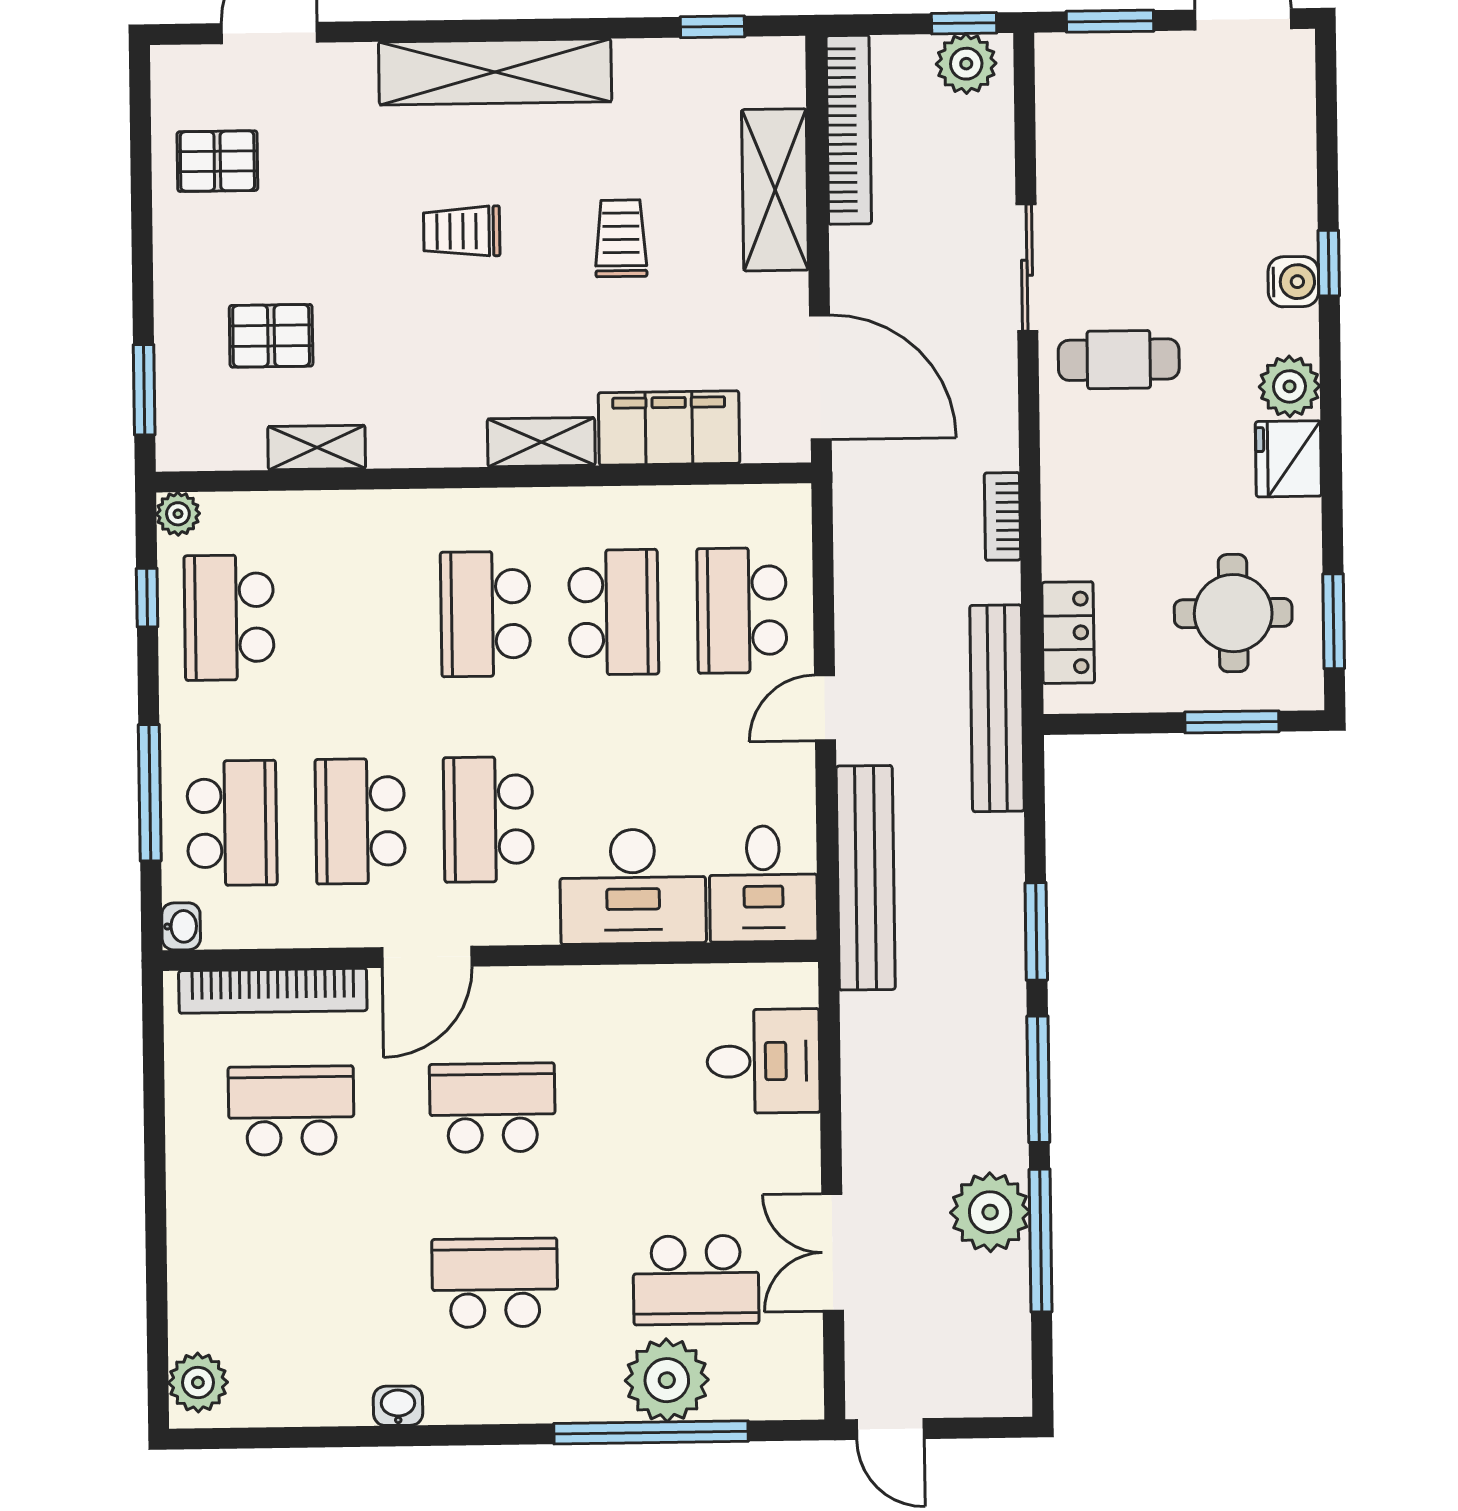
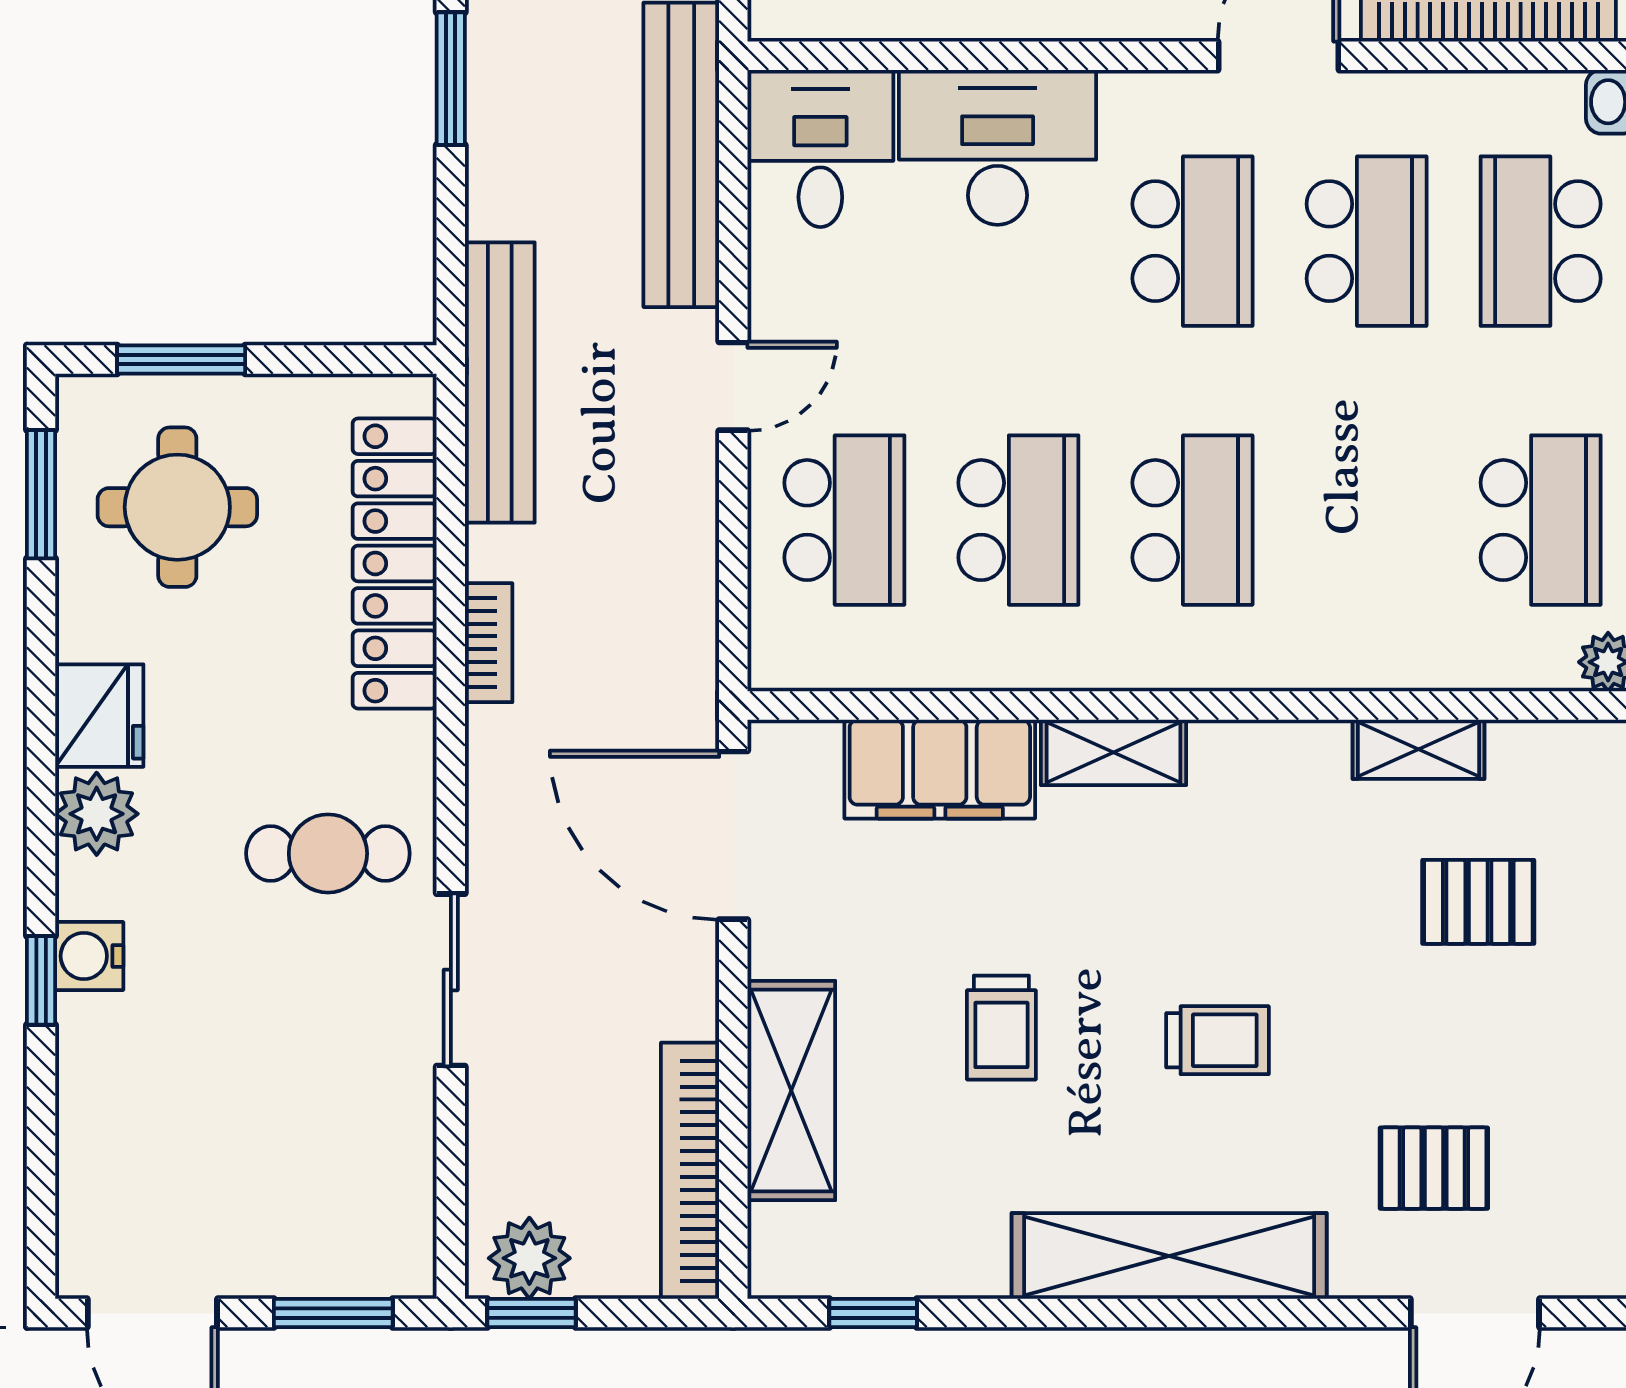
pallet: (217, 161) -> (1434, 1168), moved
school desk: (614, 612) -> (1018, 520), turned 180
locker: (1068, 633) -> (395, 563), width x2.16, depth x1.21

